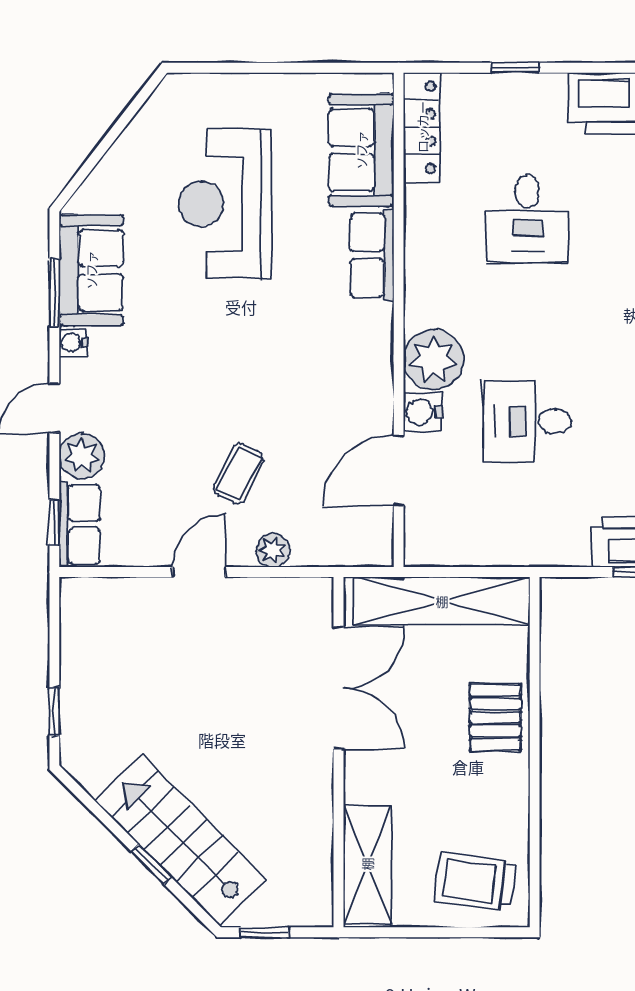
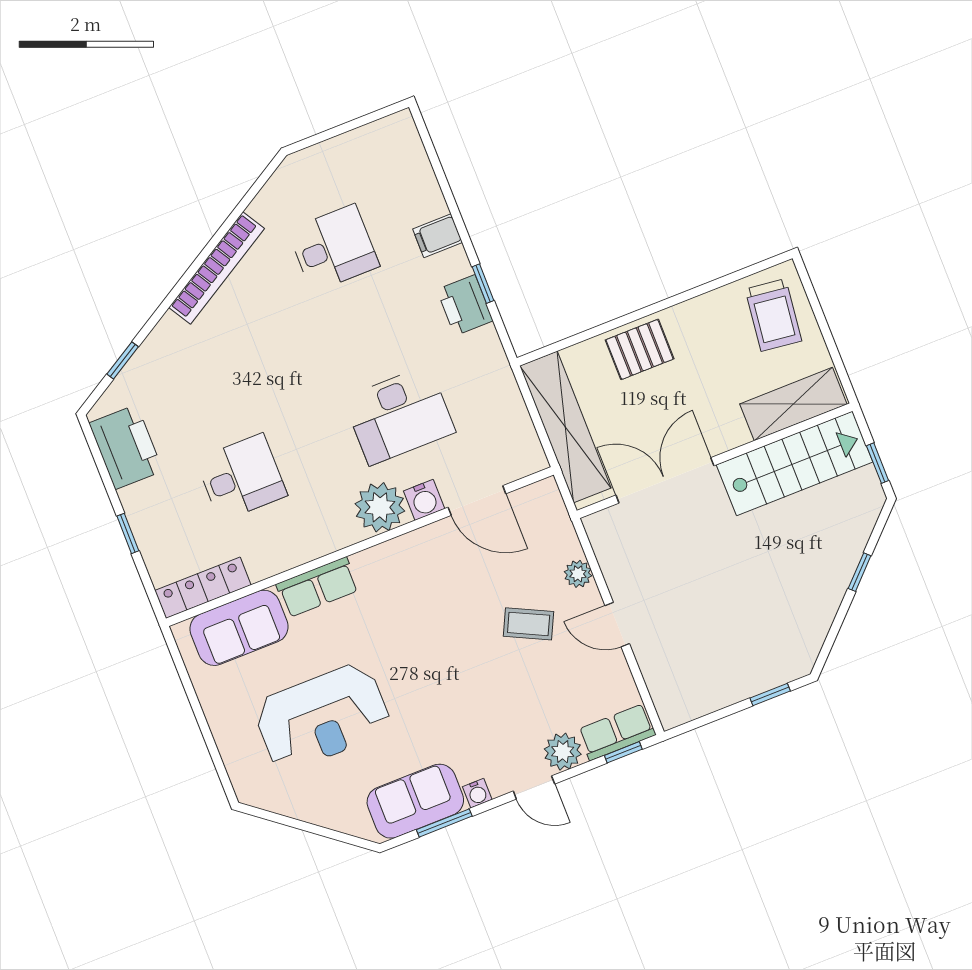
desk: (527, 421) -> (399, 415), width x1.37
stairs: (180, 840) -> (795, 463), moved, turned -135

